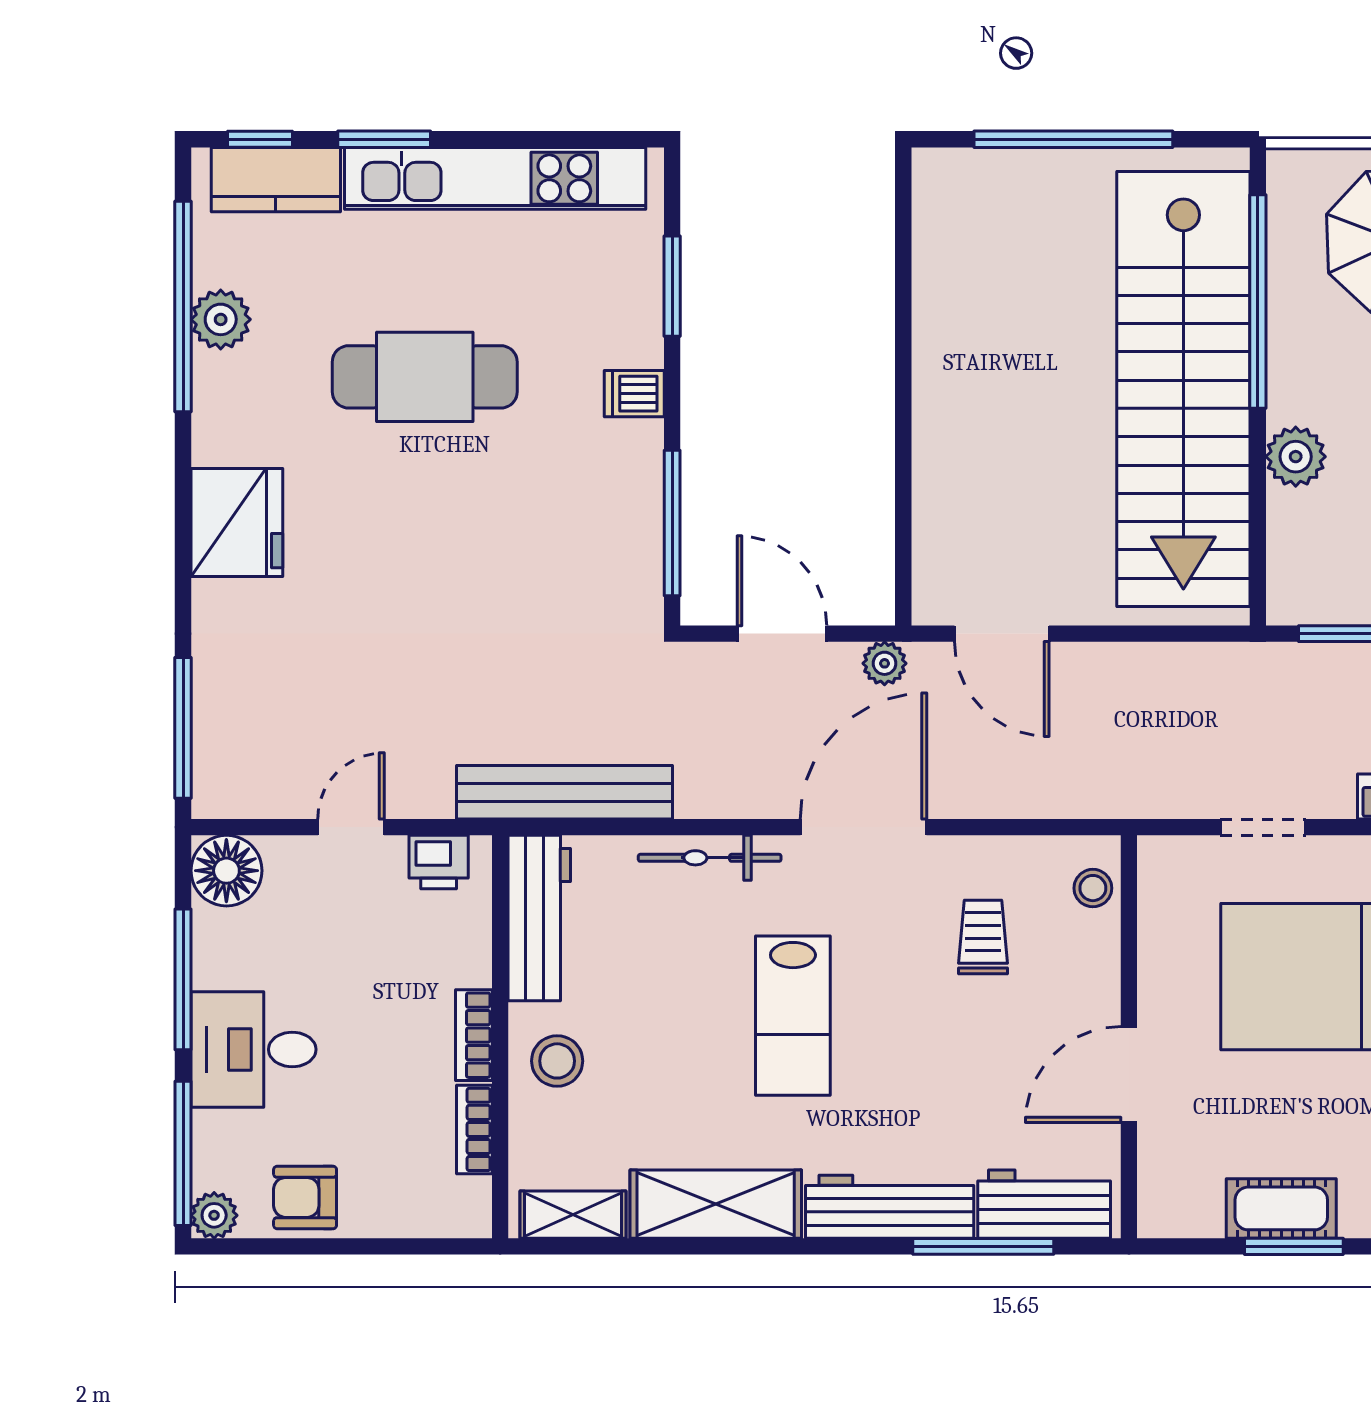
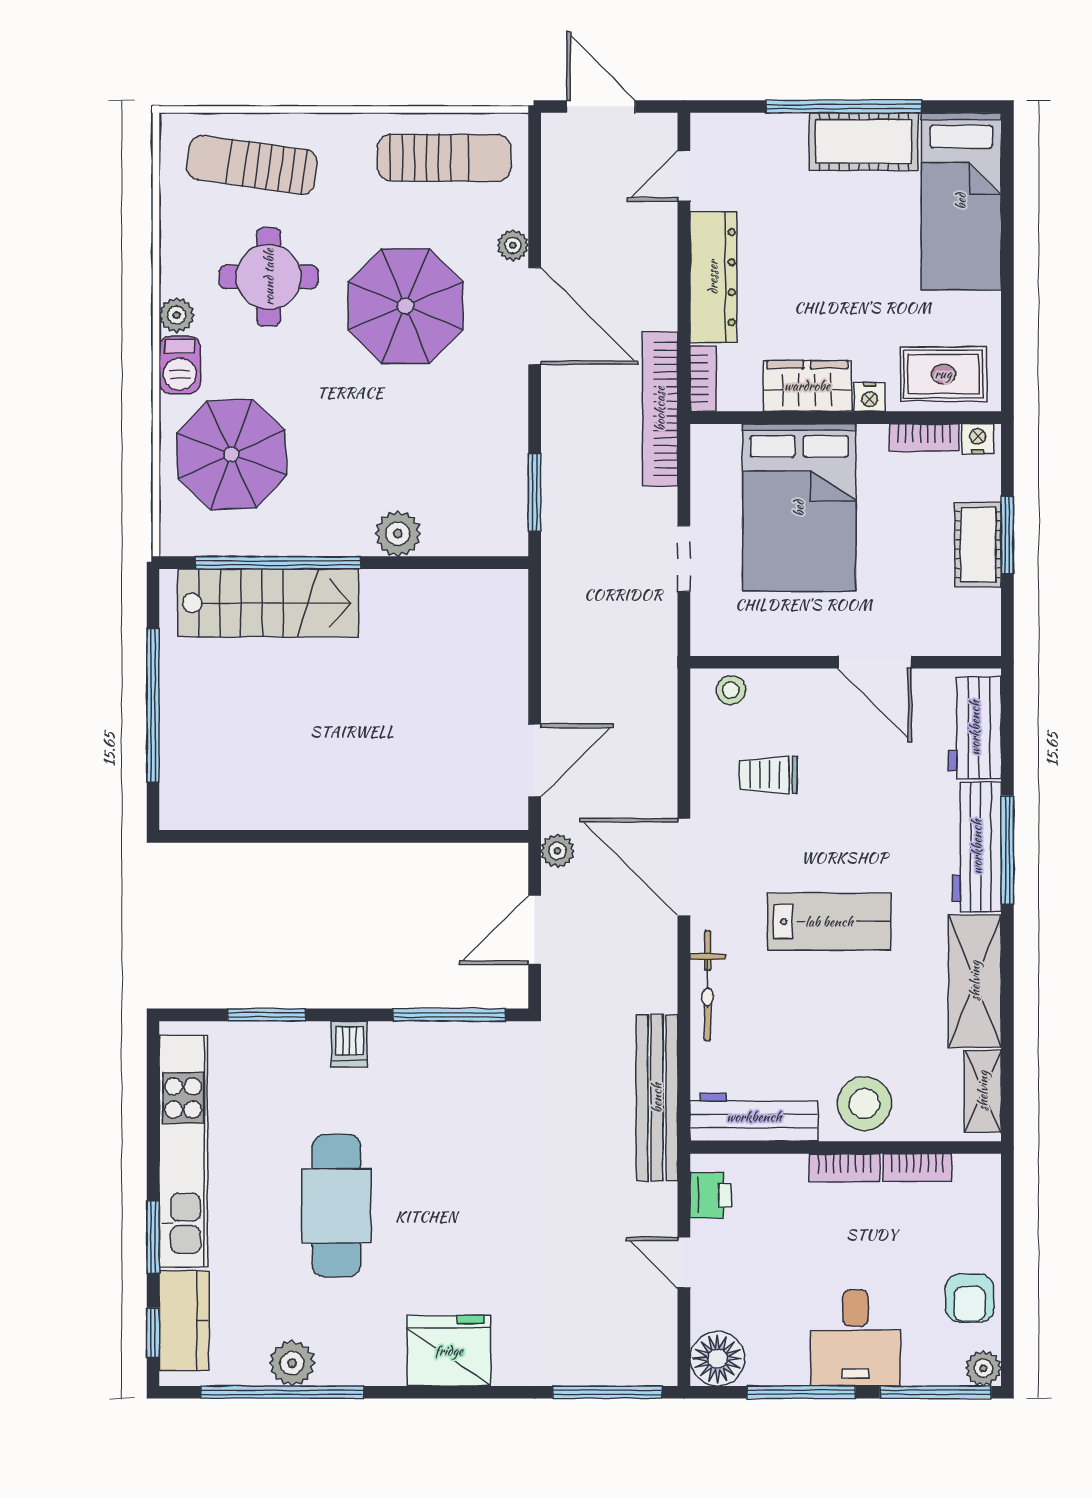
stairs: (1183, 389) -> (268, 603), width x0.54, depth x0.66
stool: (557, 1061) -> (864, 1104), width x1.38, depth x1.38
window: (983, 1246) -> (1007, 850), moved

